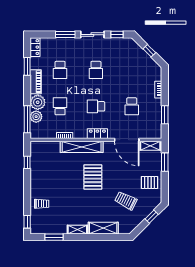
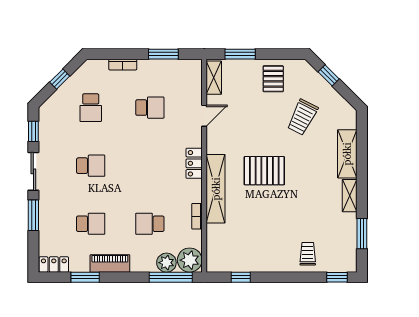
plant: (38, 102) -> (190, 260), moved
school desk: (96, 106) -> (91, 108), moved
door: (127, 140) -> (204, 116), width x0.53

